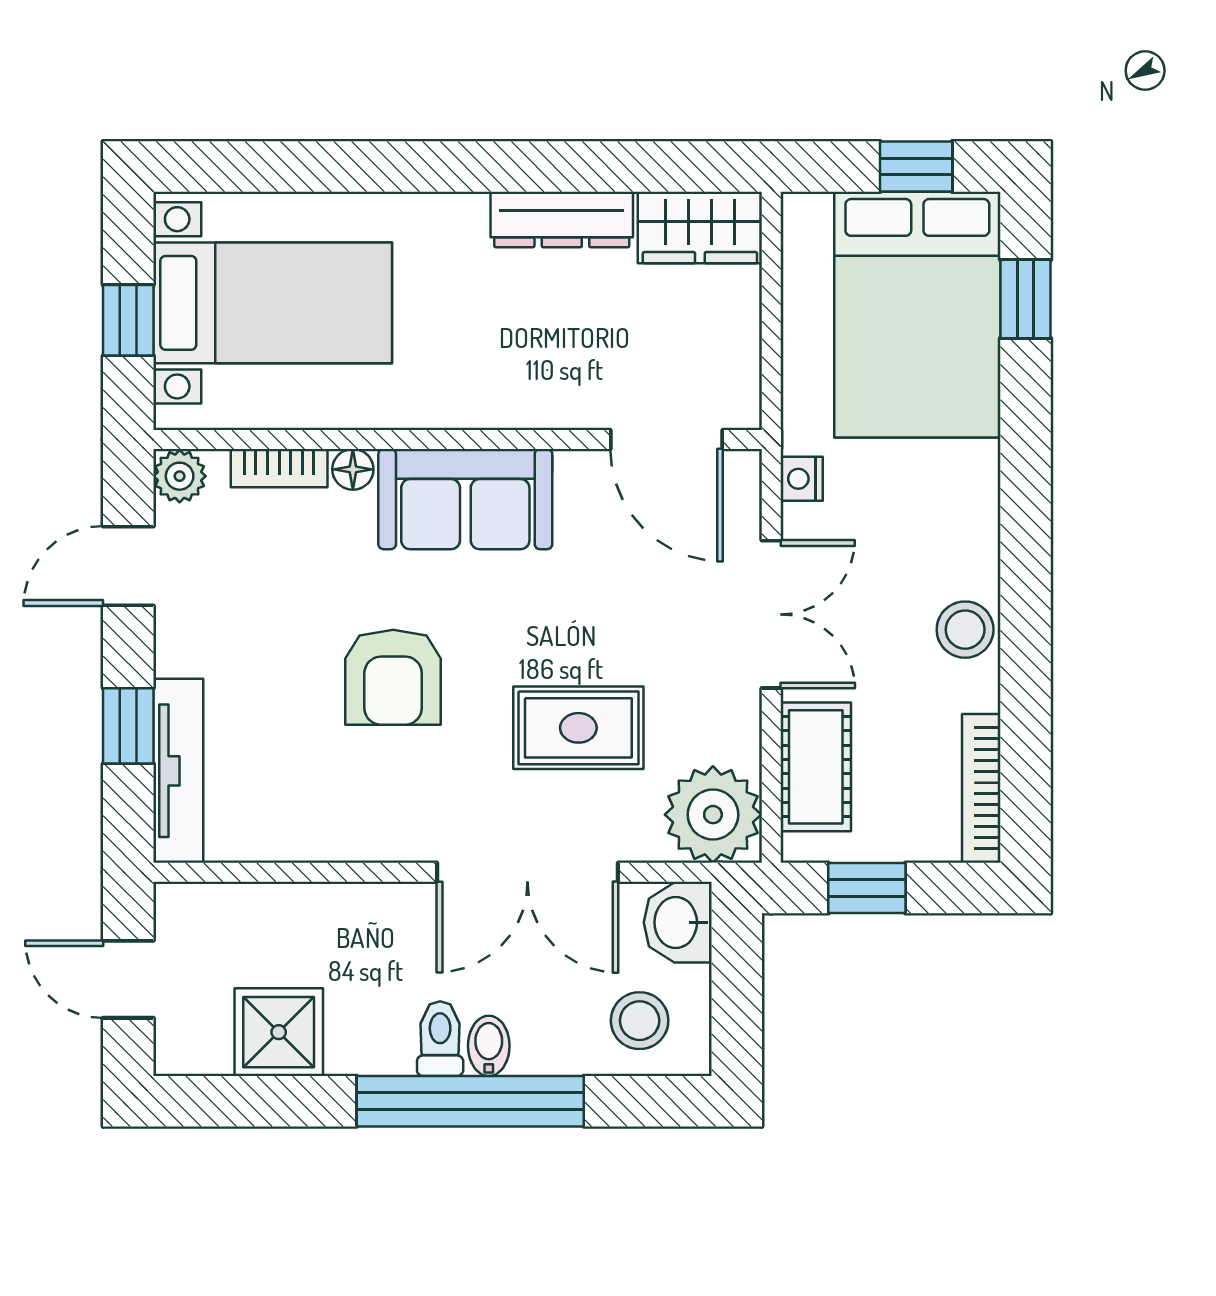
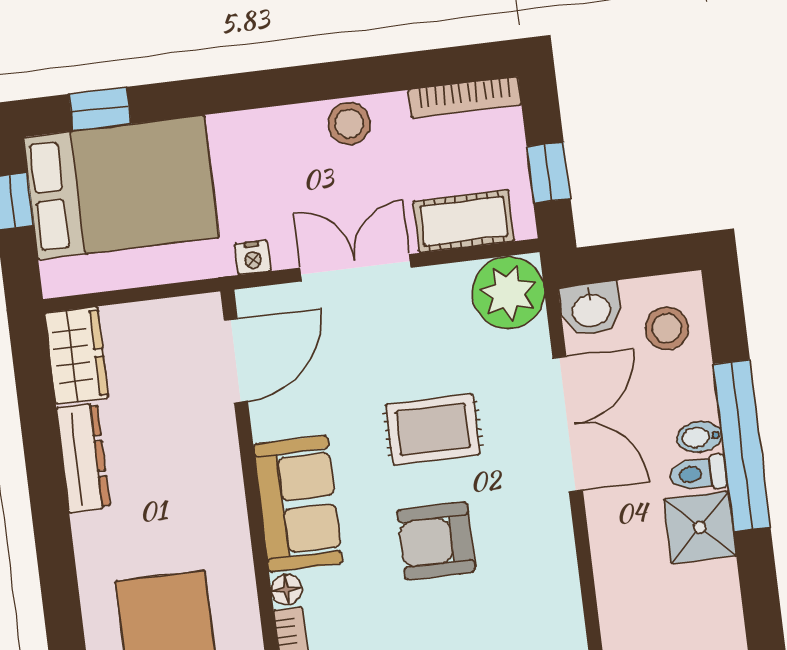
armchair: (393, 677) -> (436, 541), turned 180
rug: (578, 728) -> (433, 429), moved, turned 90
shower: (279, 1032) -> (700, 527), moved

